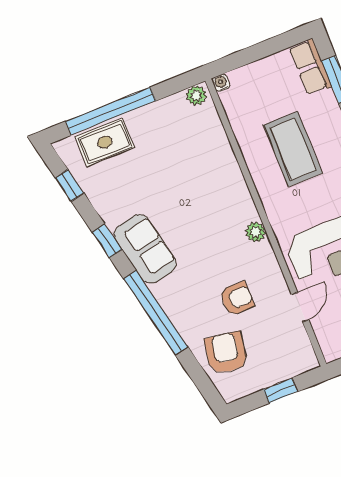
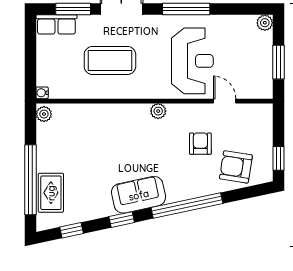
window: (280, 391) -> (278, 158), moved

